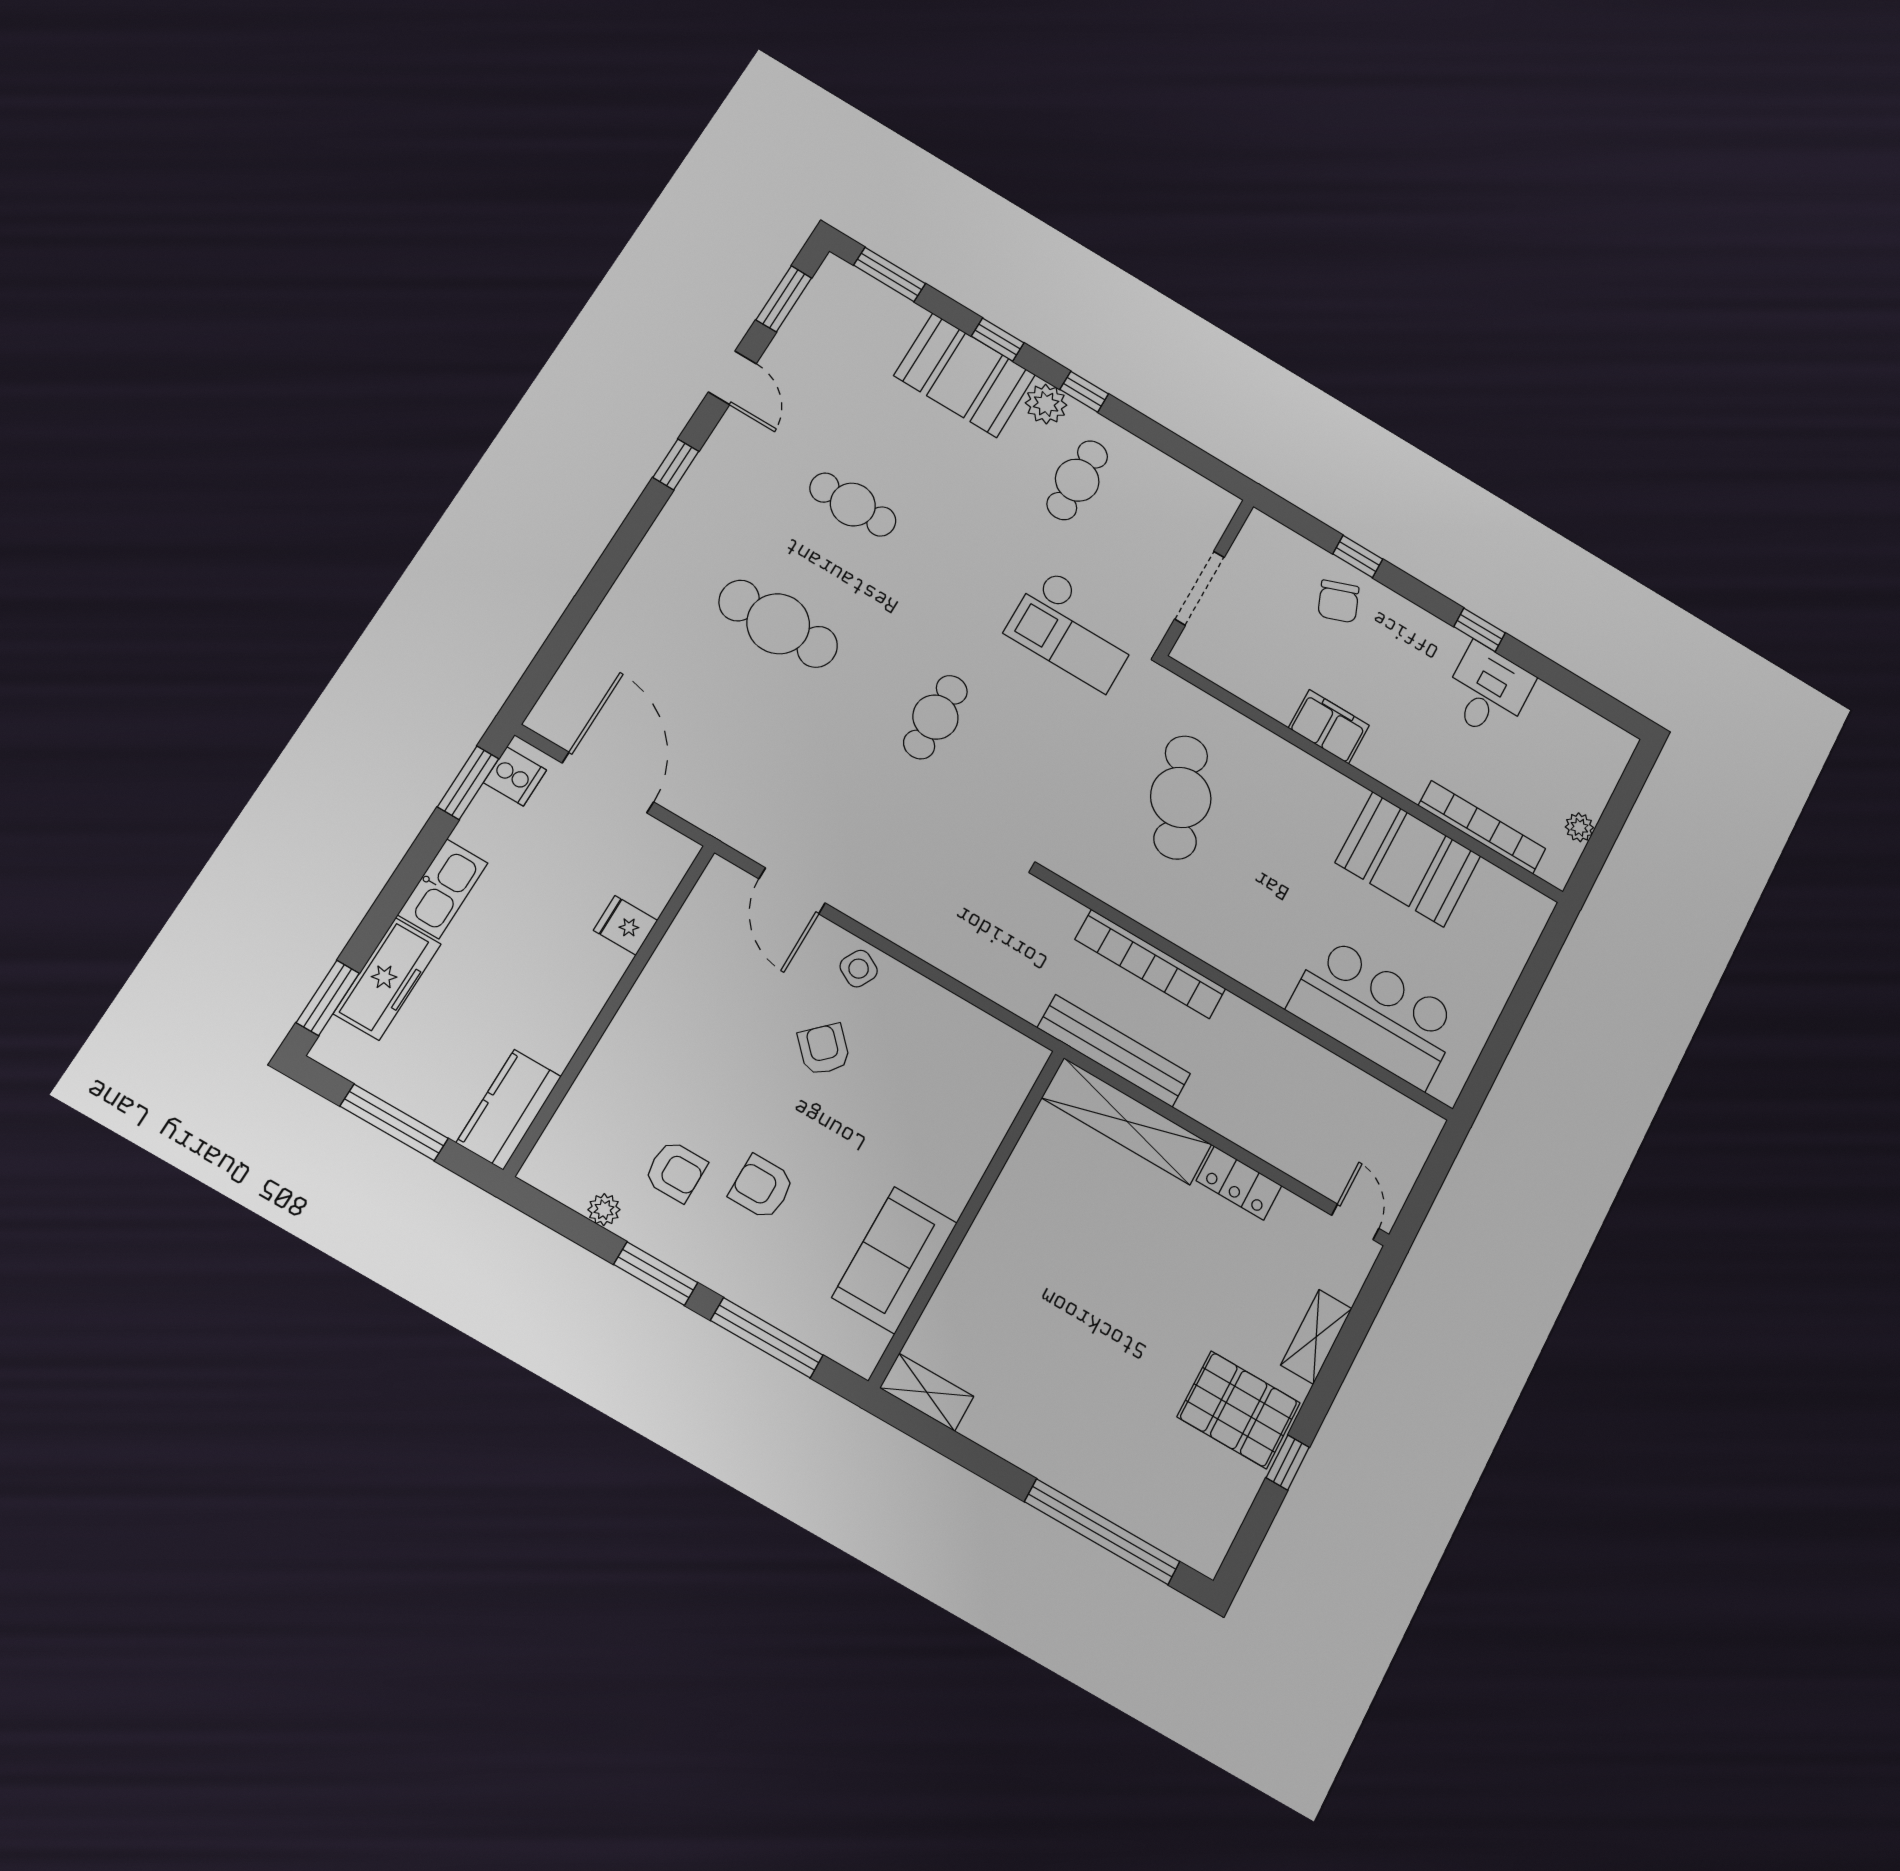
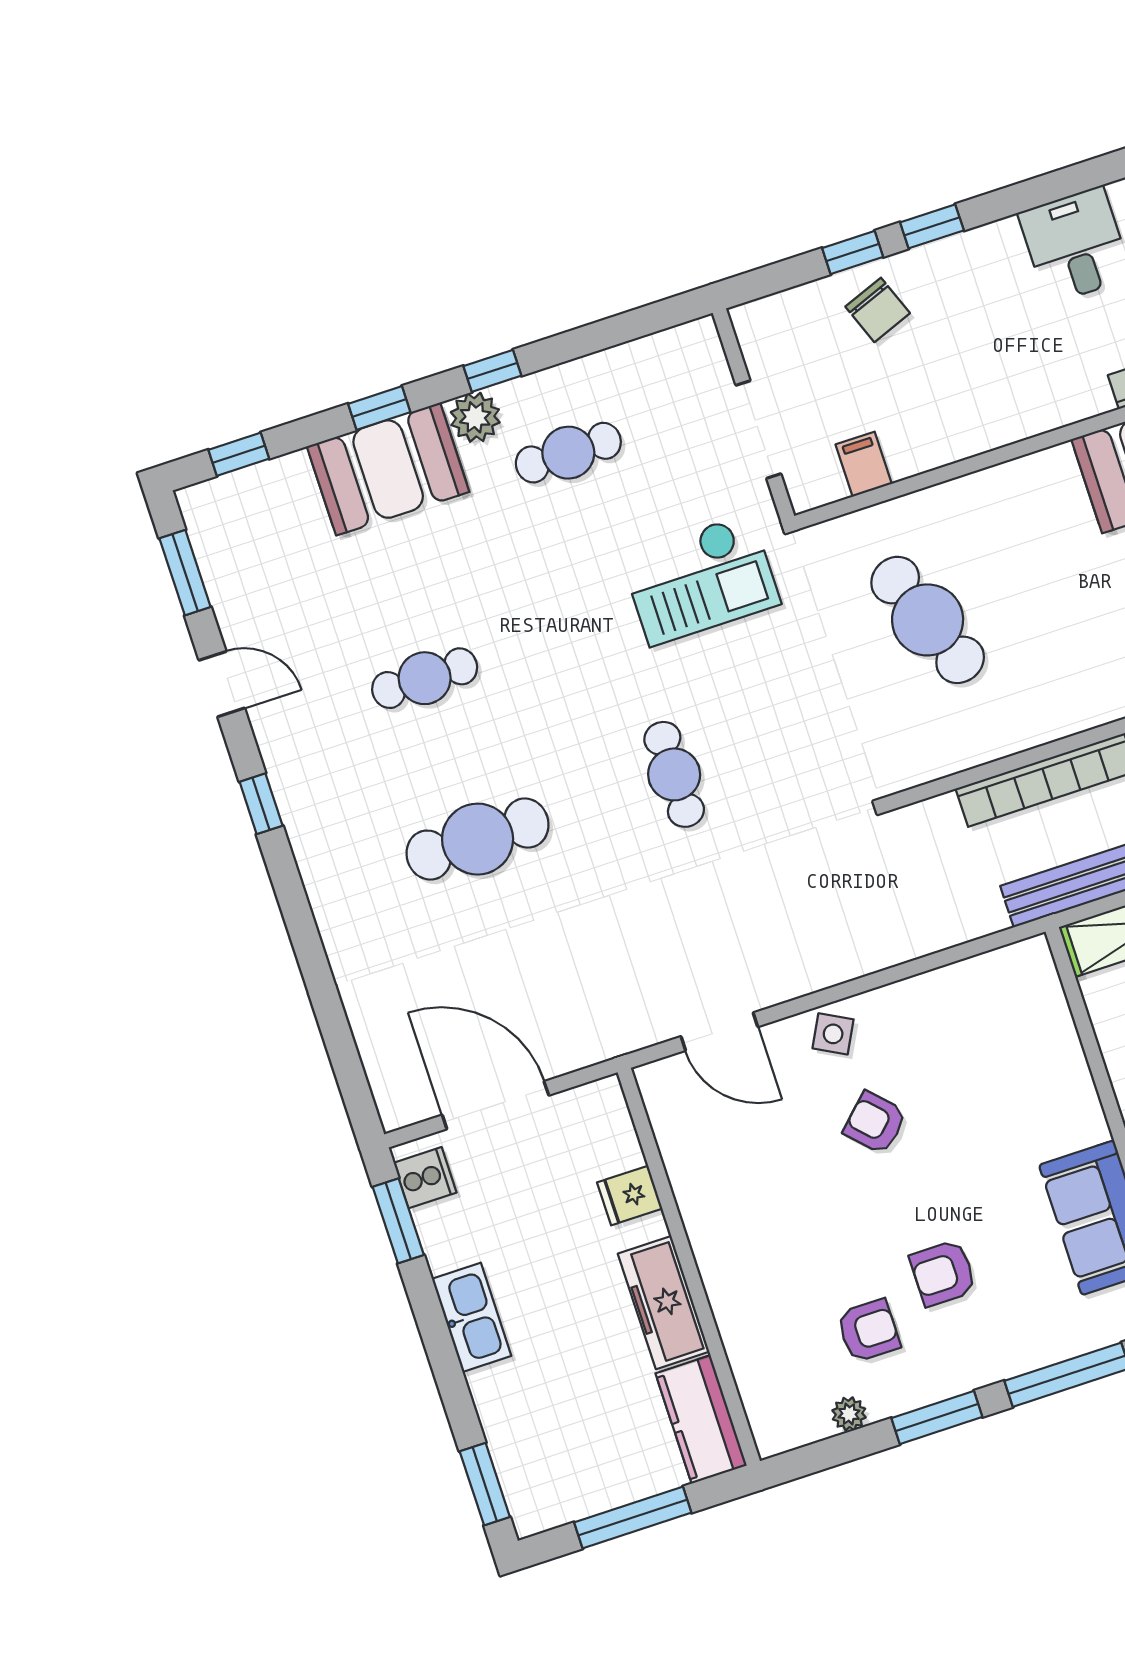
window: (889, 274) -> (239, 454), width x0.67
cafe table: (1077, 480) -> (568, 453), turned 90
window: (1479, 630) -> (932, 226), moved
filing cabinet: (1329, 727) -> (864, 464), moved, width x0.50
freezer: (387, 979) -> (664, 1303), moved, turned 180

